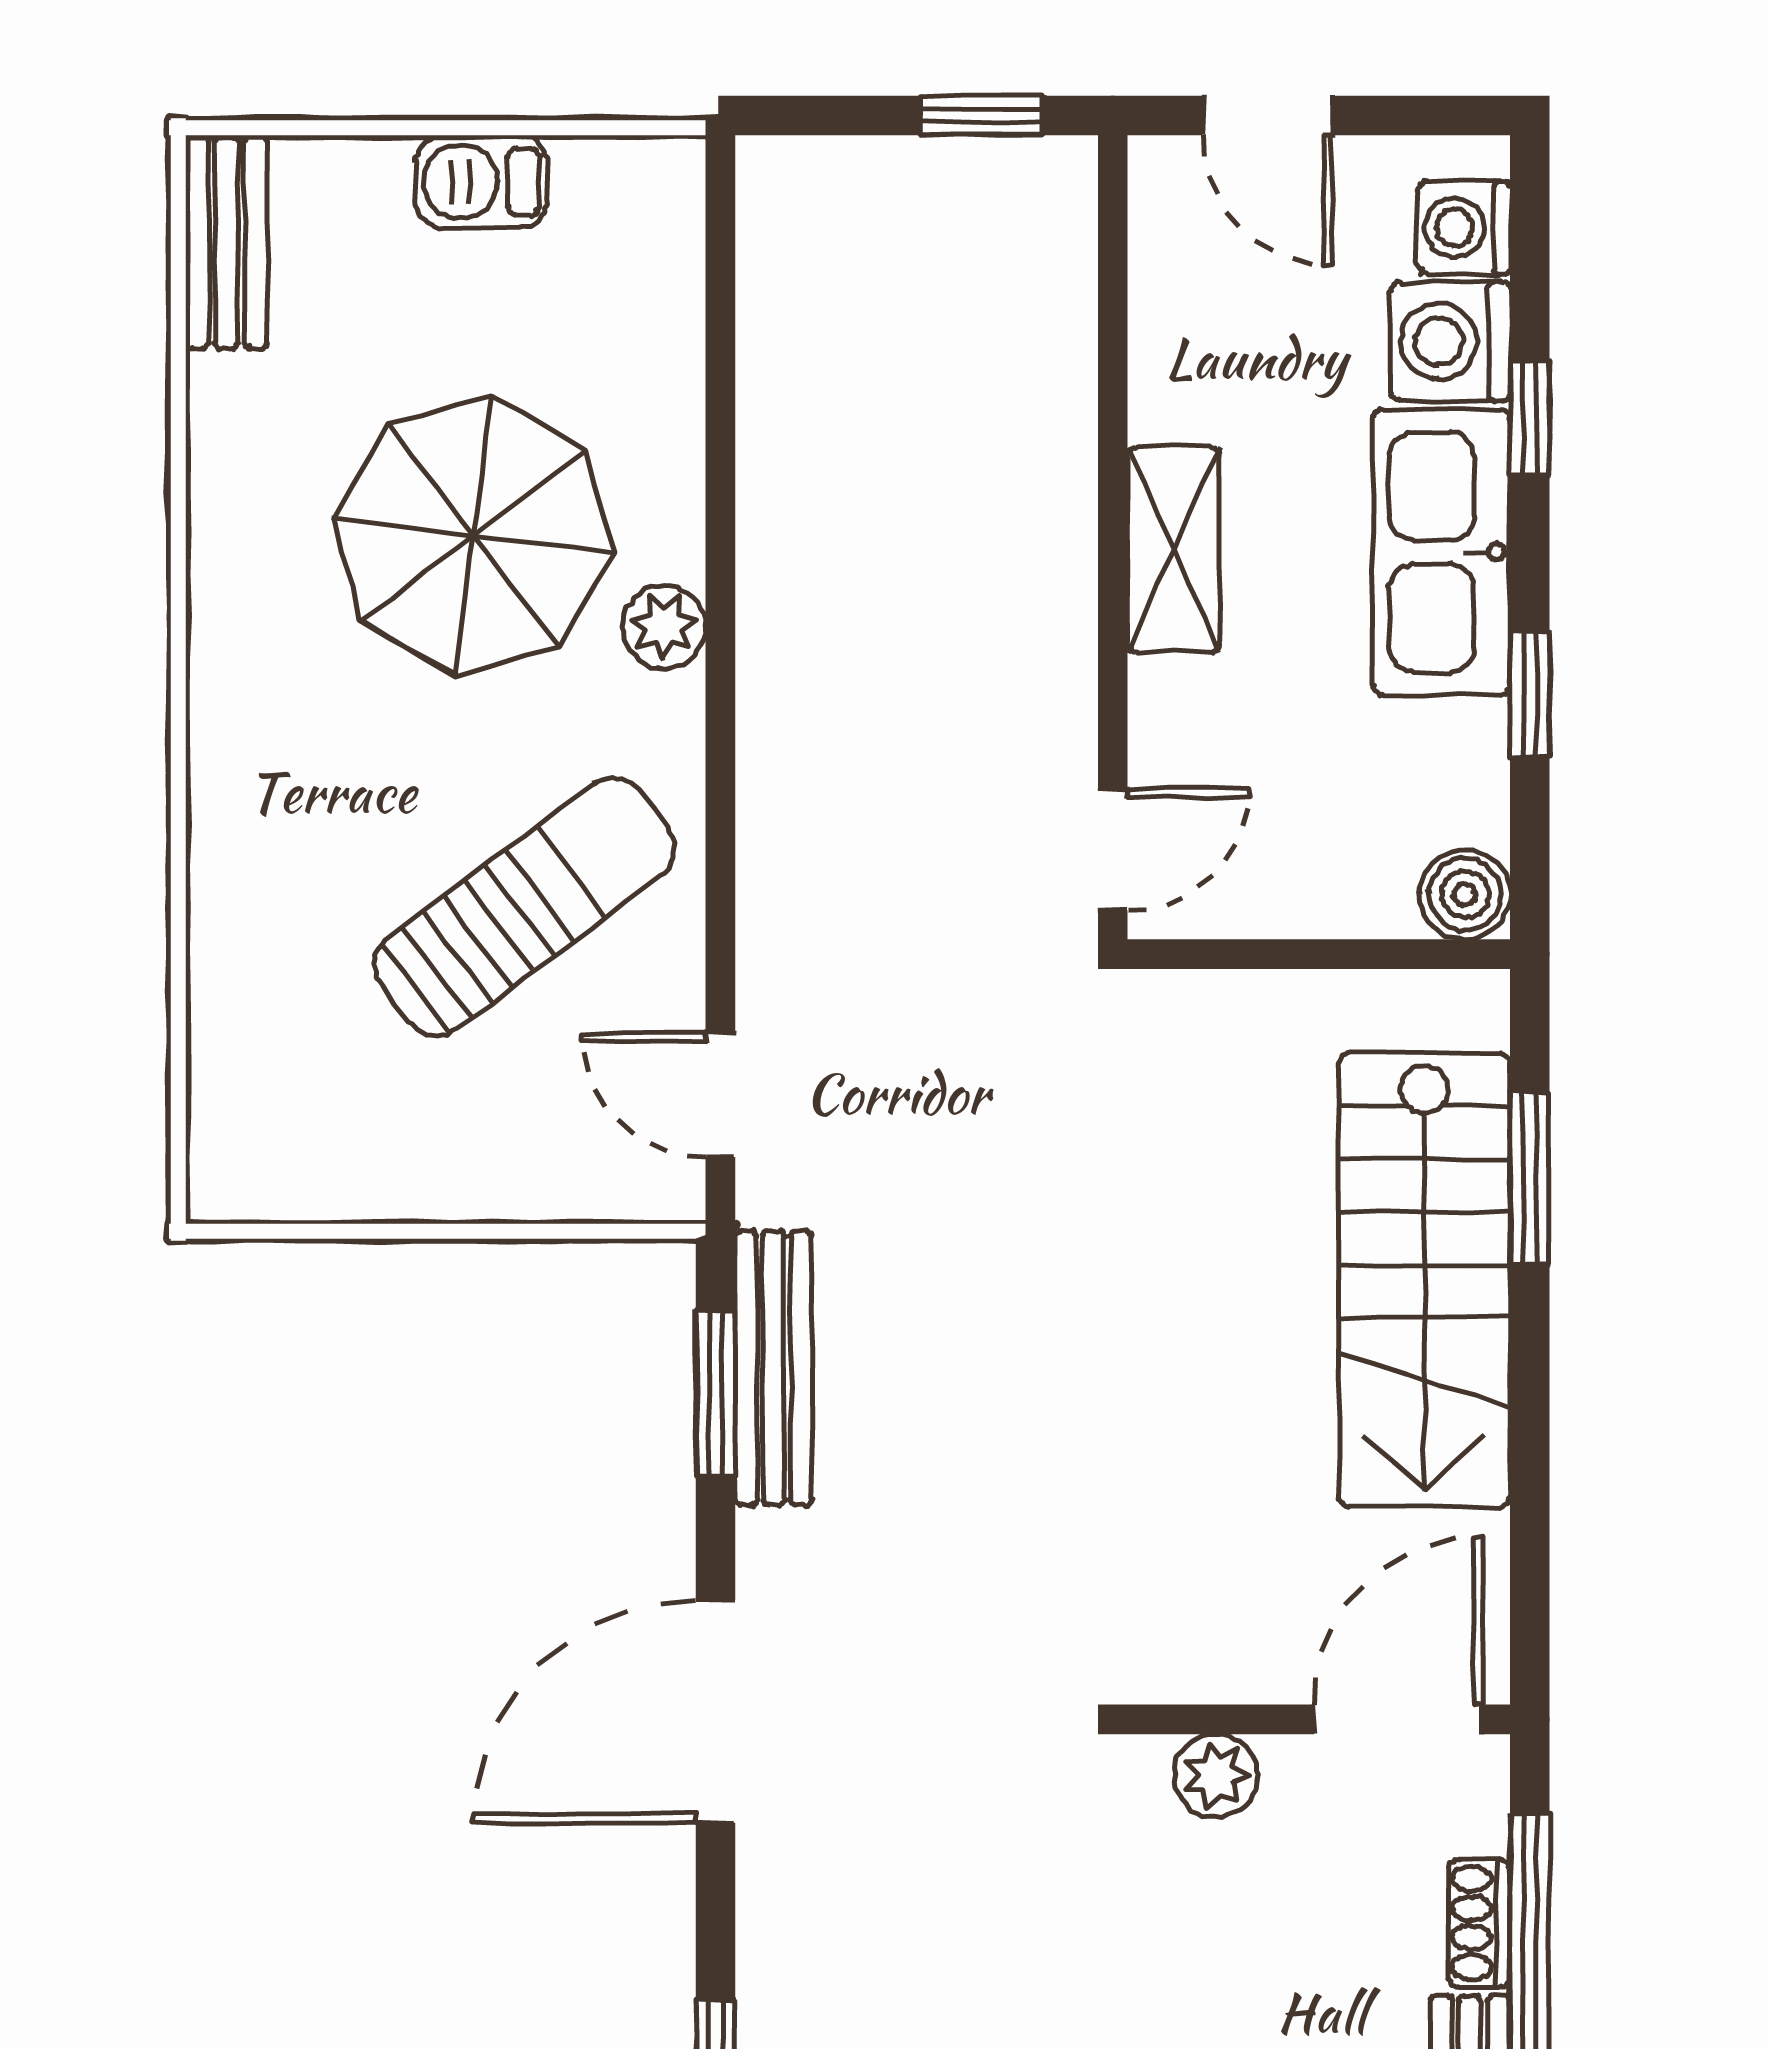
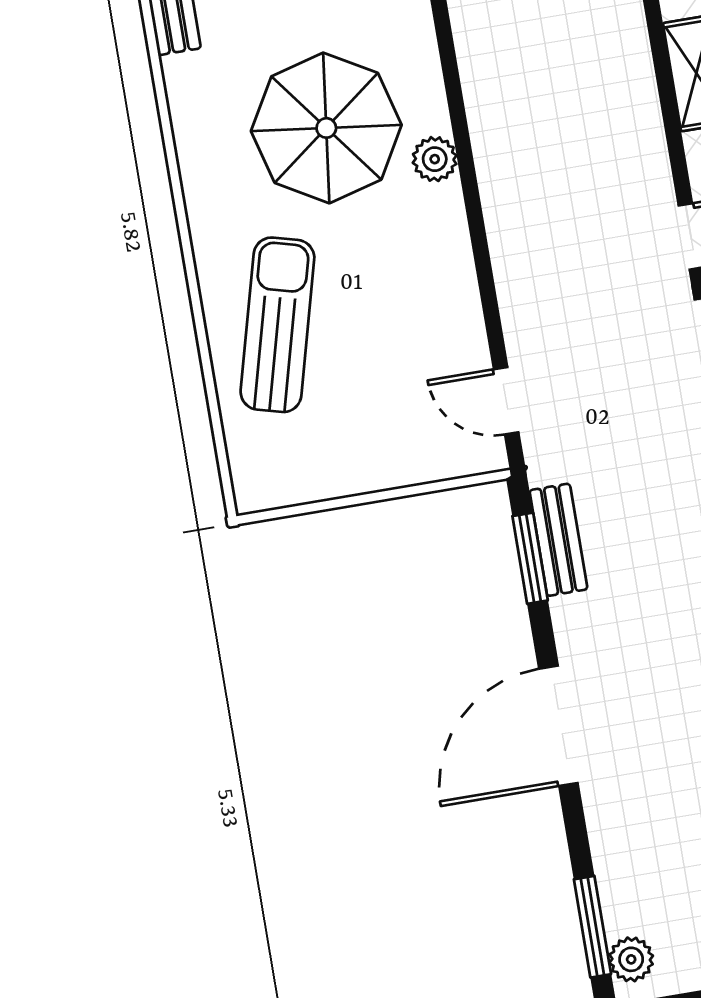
sun lounger: (524, 907) -> (277, 325), moved, turned -38
bench: (773, 1368) -> (558, 540), width x0.73

